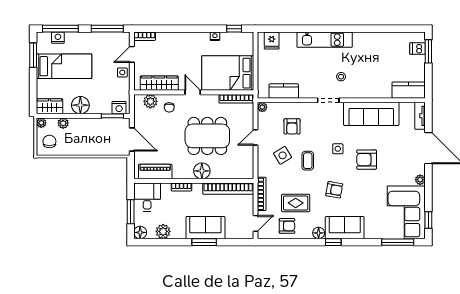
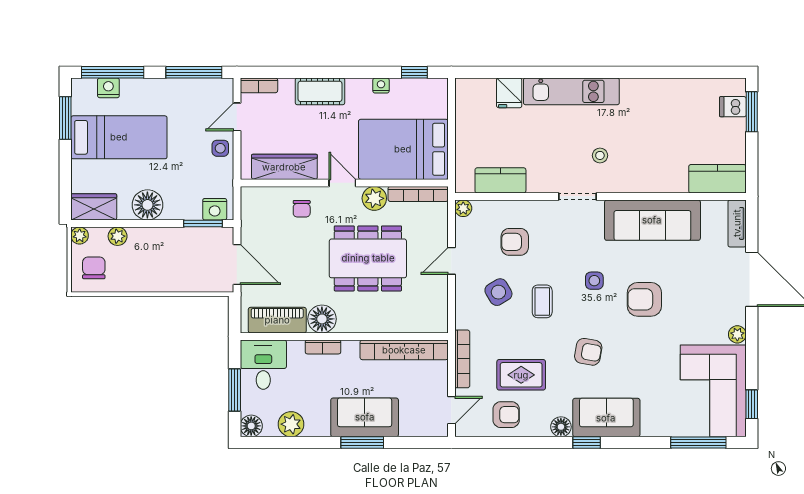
cot: (180, 40) -> (320, 91), added
fridge: (272, 41) -> (509, 93), moved
plant: (150, 101) -> (374, 198), moved
armchair: (292, 126) -> (515, 242), turned 90
floor lamp: (202, 171) -> (322, 319), moved

